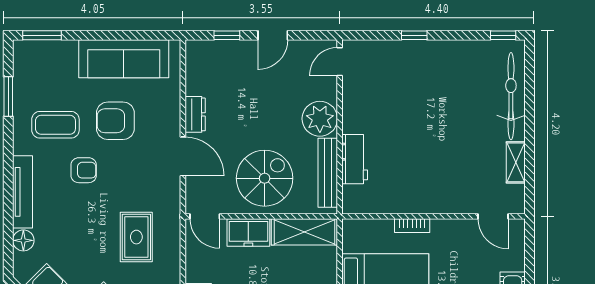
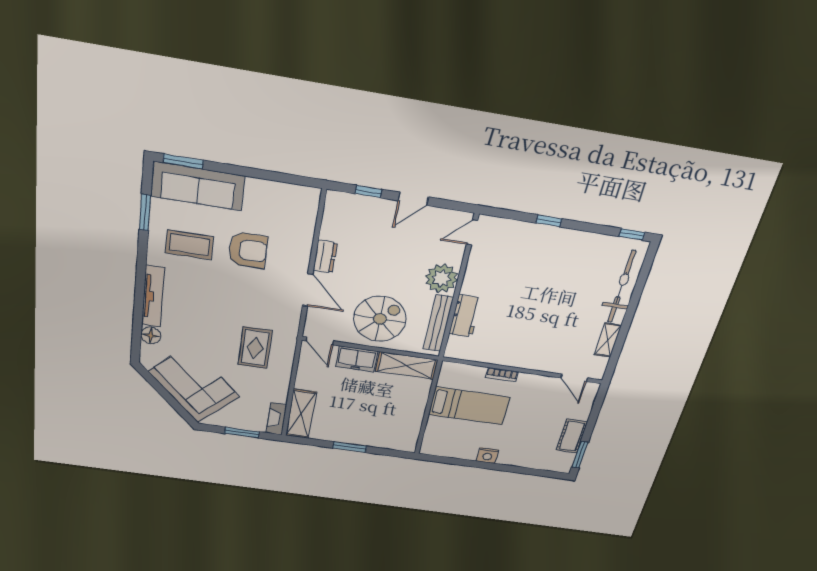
sofa: (124, 59) -> (198, 186), moved
armchair: (115, 121) -> (248, 250), turned 180
armchair: (84, 170) -> (213, 287), removed

